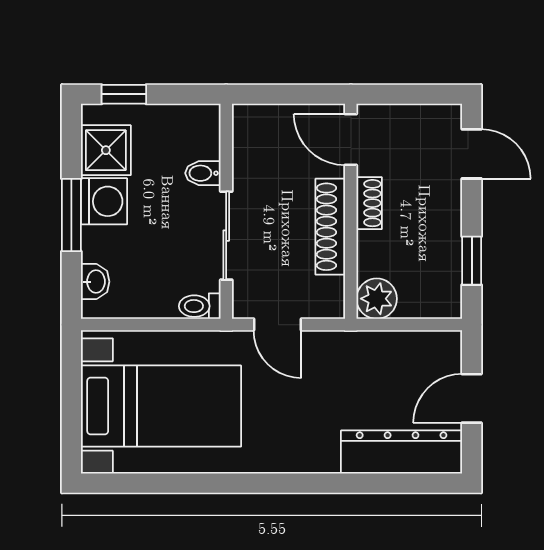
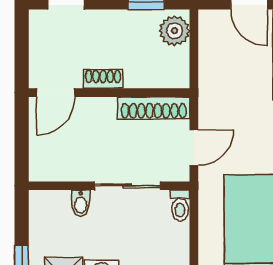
shoe rack: (330, 227) -> (154, 108), moved
plant: (377, 299) -> (175, 31), moved

